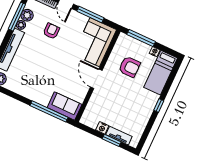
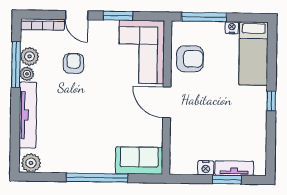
window: (90, 15) -> (118, 16), width x0.69
armchair: (129, 67) -> (190, 59), moved
window: (49, 111) -> (97, 178), moved

